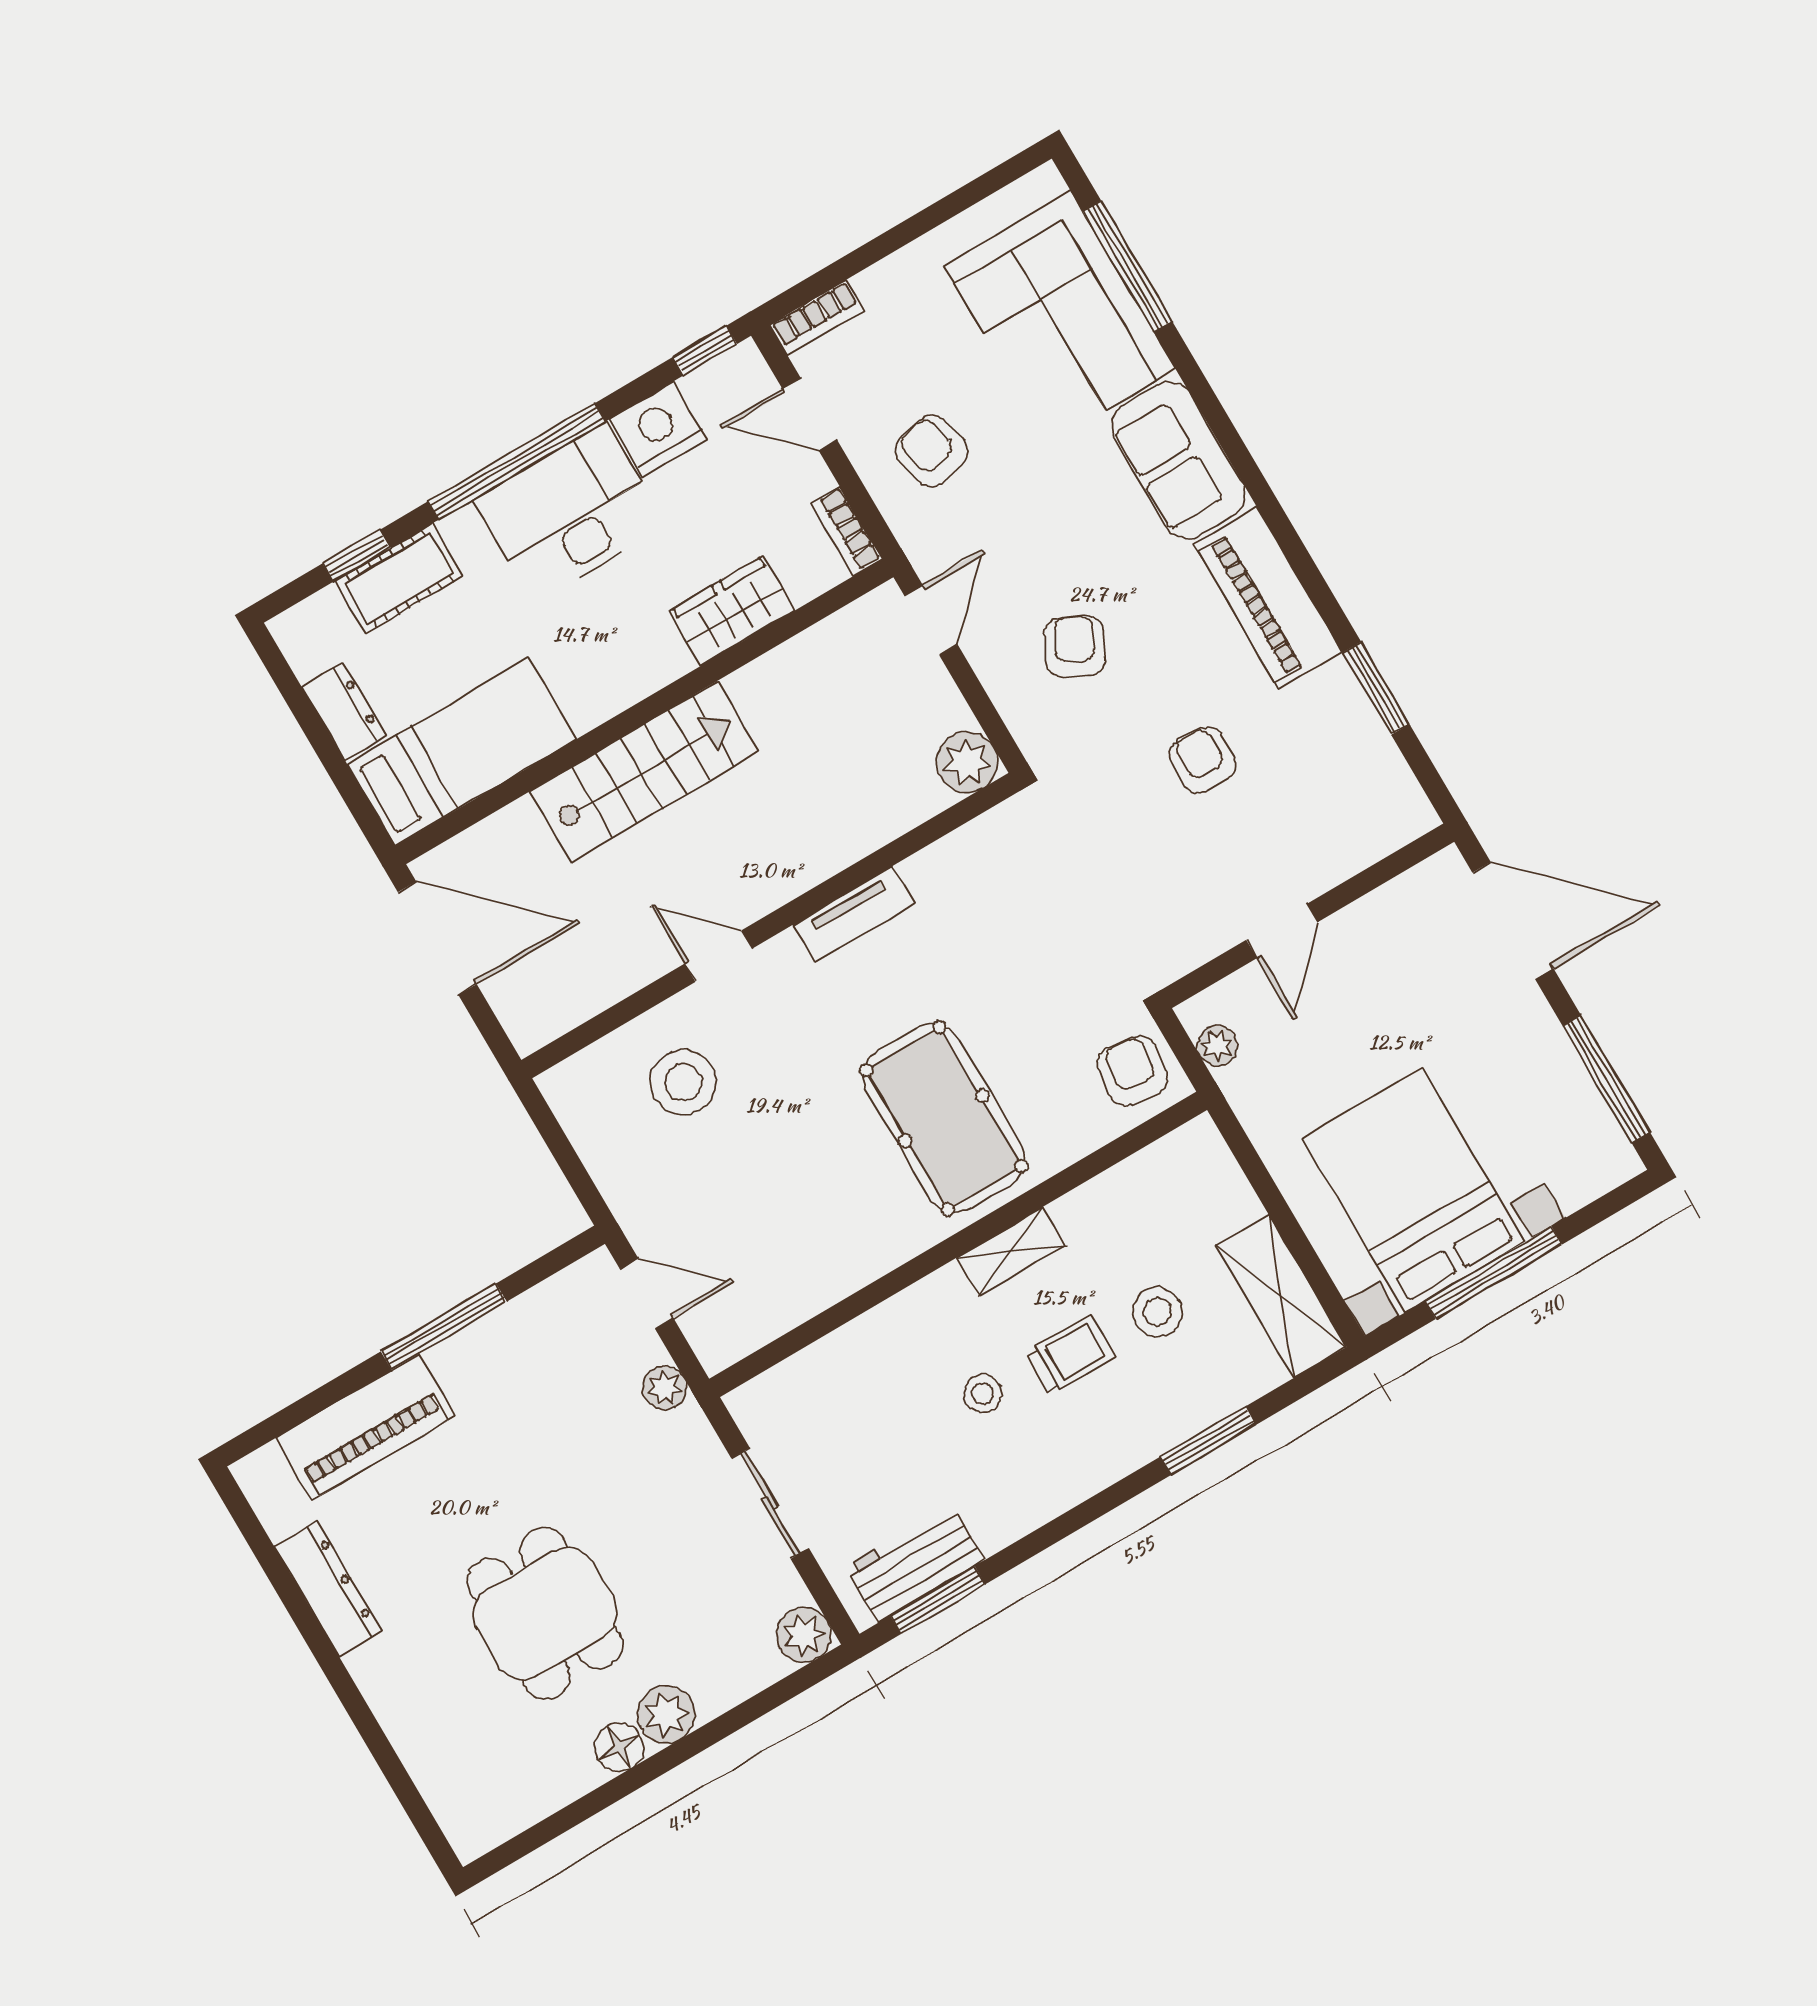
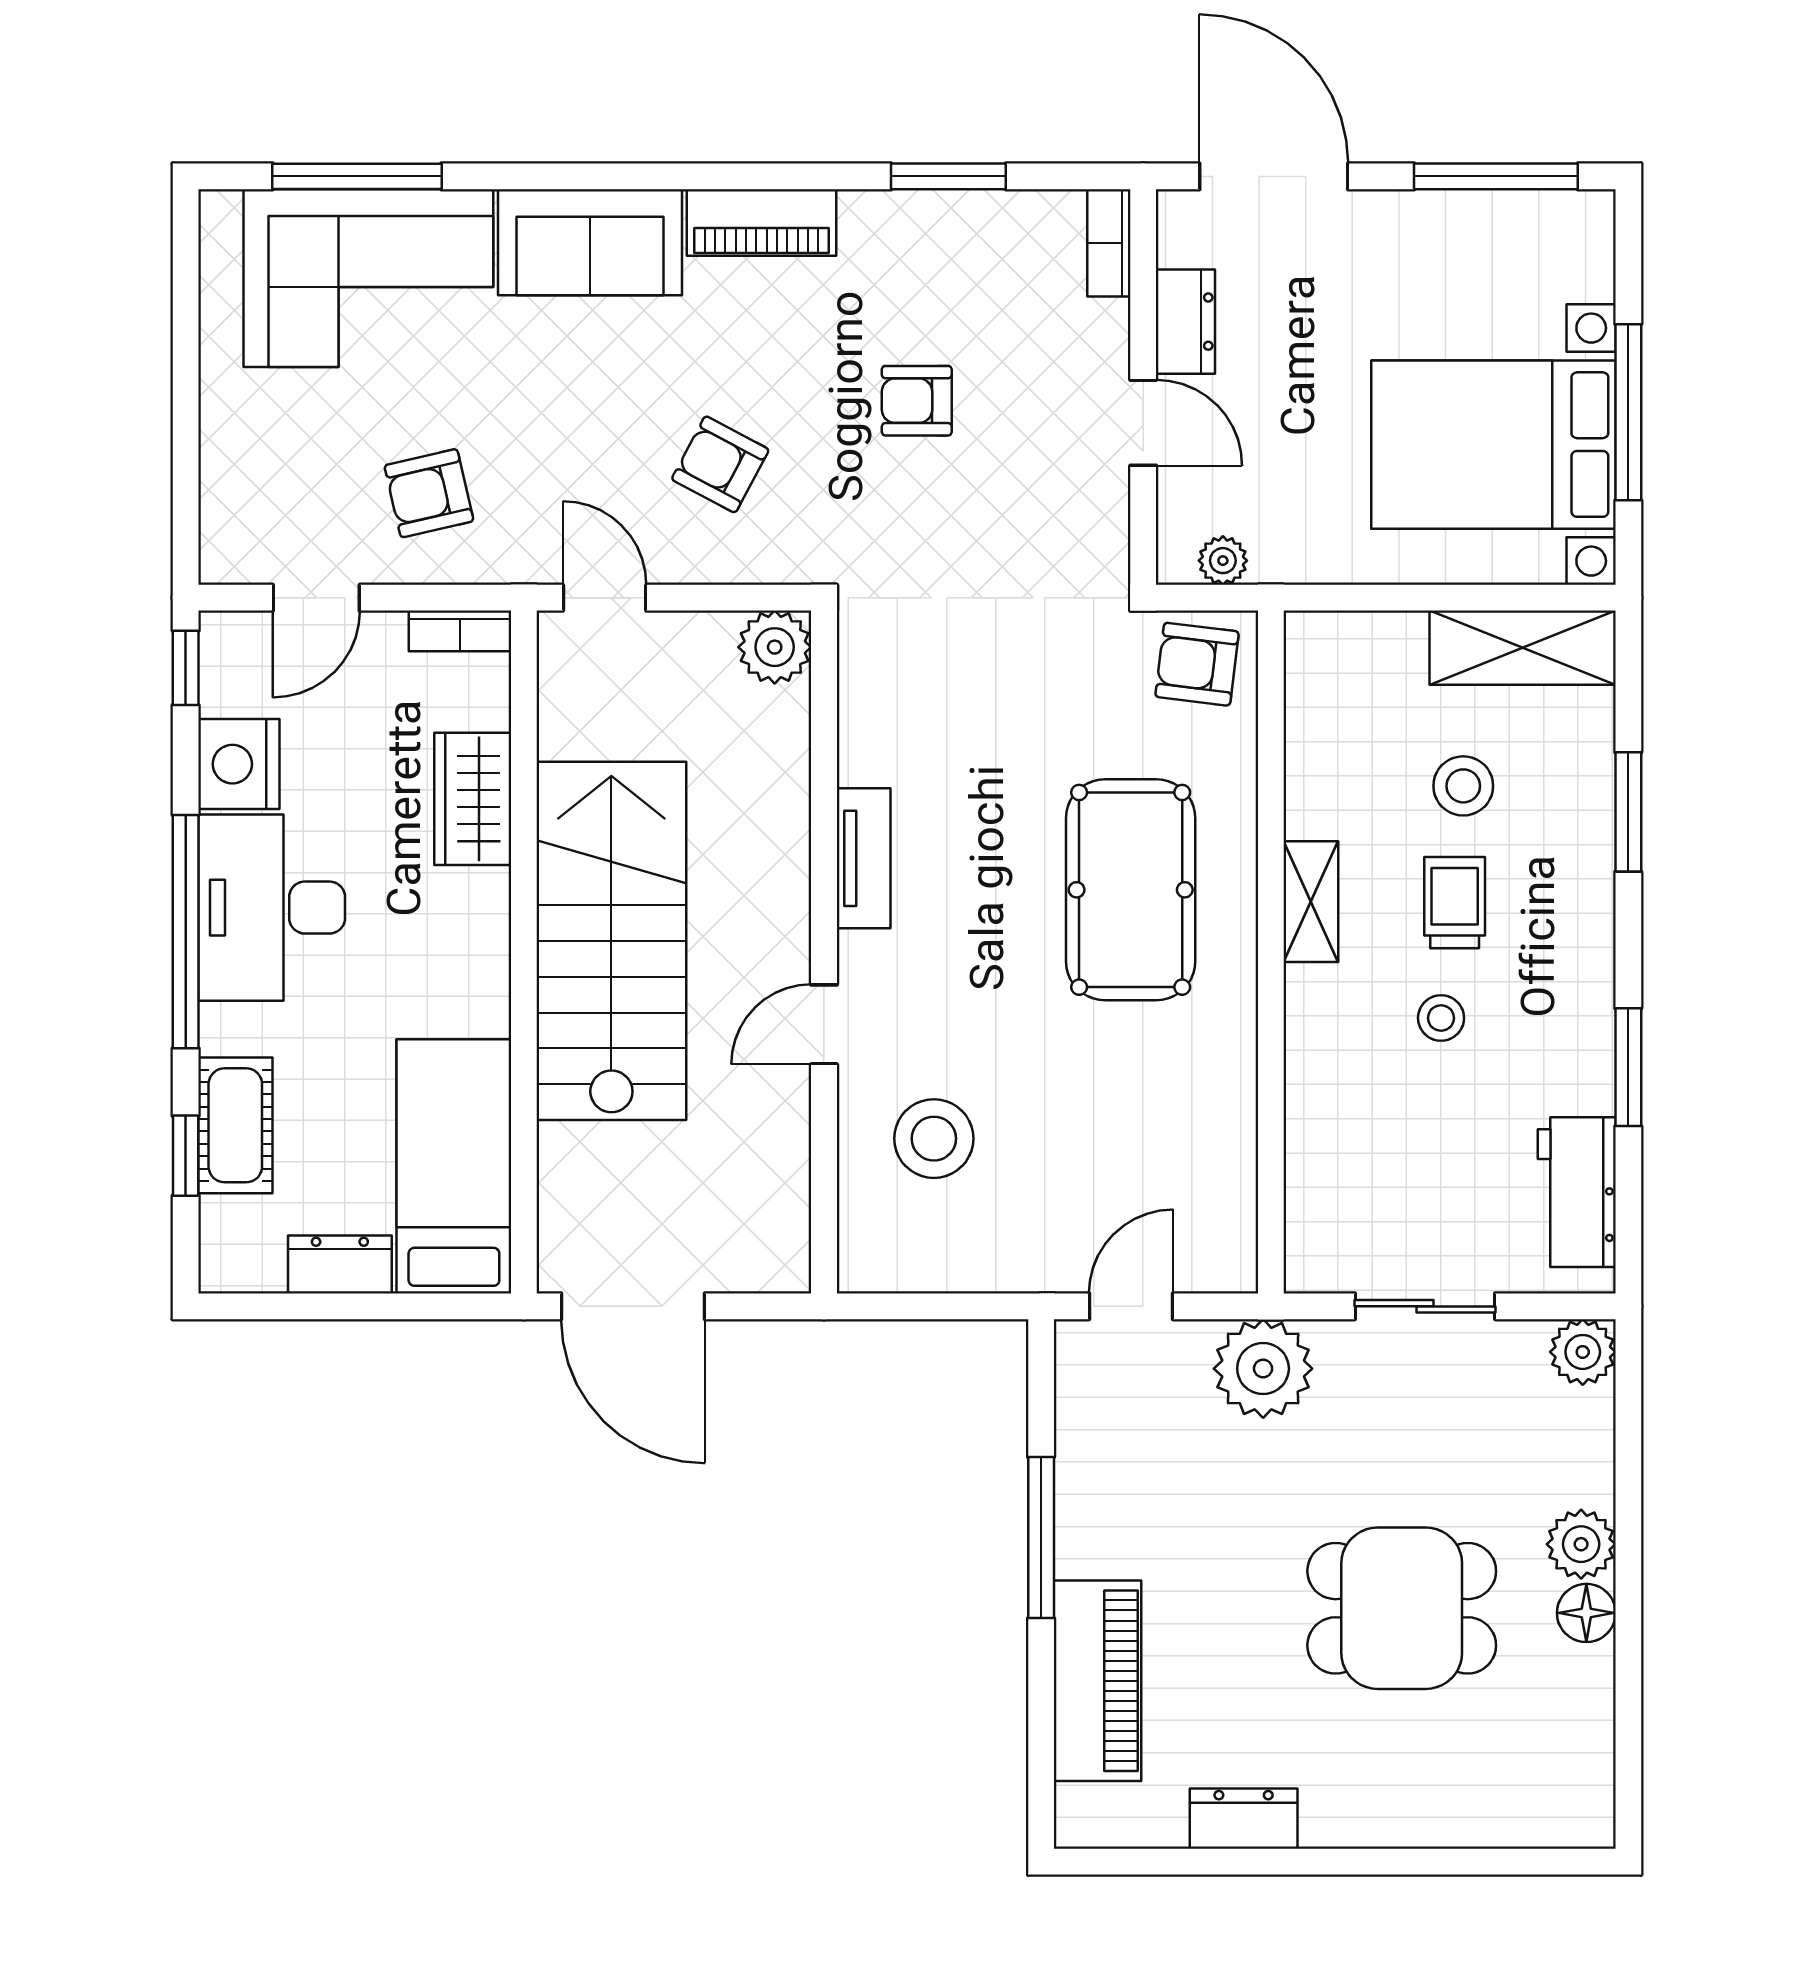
bookcase: (817, 318) -> (1109, 243), moved, turned 180
piano: (1268, 598) -> (761, 222), width x0.73, depth x0.75
stairs: (644, 771) -> (611, 941), width x1.36, depth x1.51
dresser: (1372, 918) -> (1185, 322), added
door: (1513, 920) -> (1274, 176), hinge flipped
door: (437, 938) -> (633, 1306), swing flipped
pool table: (944, 1118) -> (1131, 890), turned 90
plant: (664, 1388) -> (1263, 1369), width x1.88, depth x1.88
dresser: (328, 1589) -> (1244, 1819), width x0.70
window: (938, 1600) -> (1628, 1067), moved

